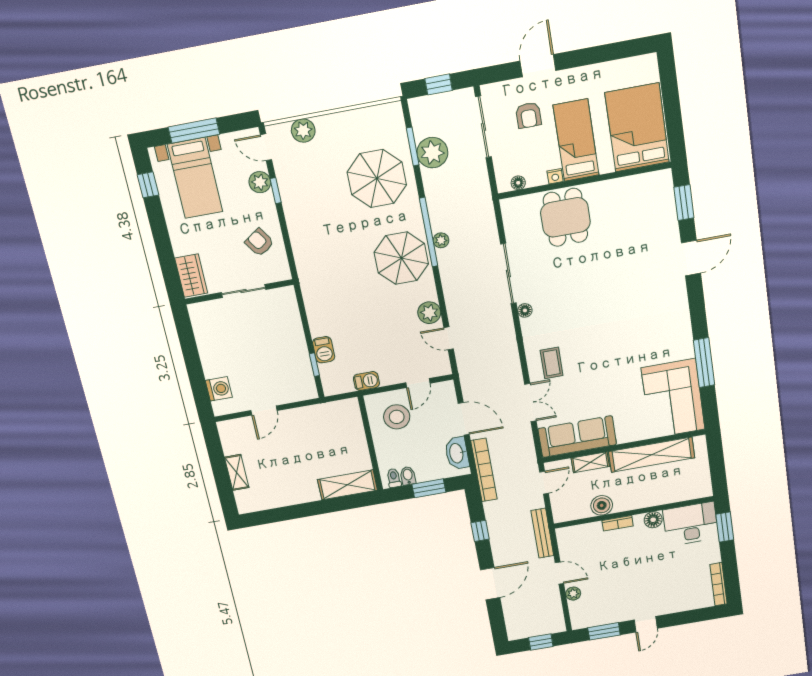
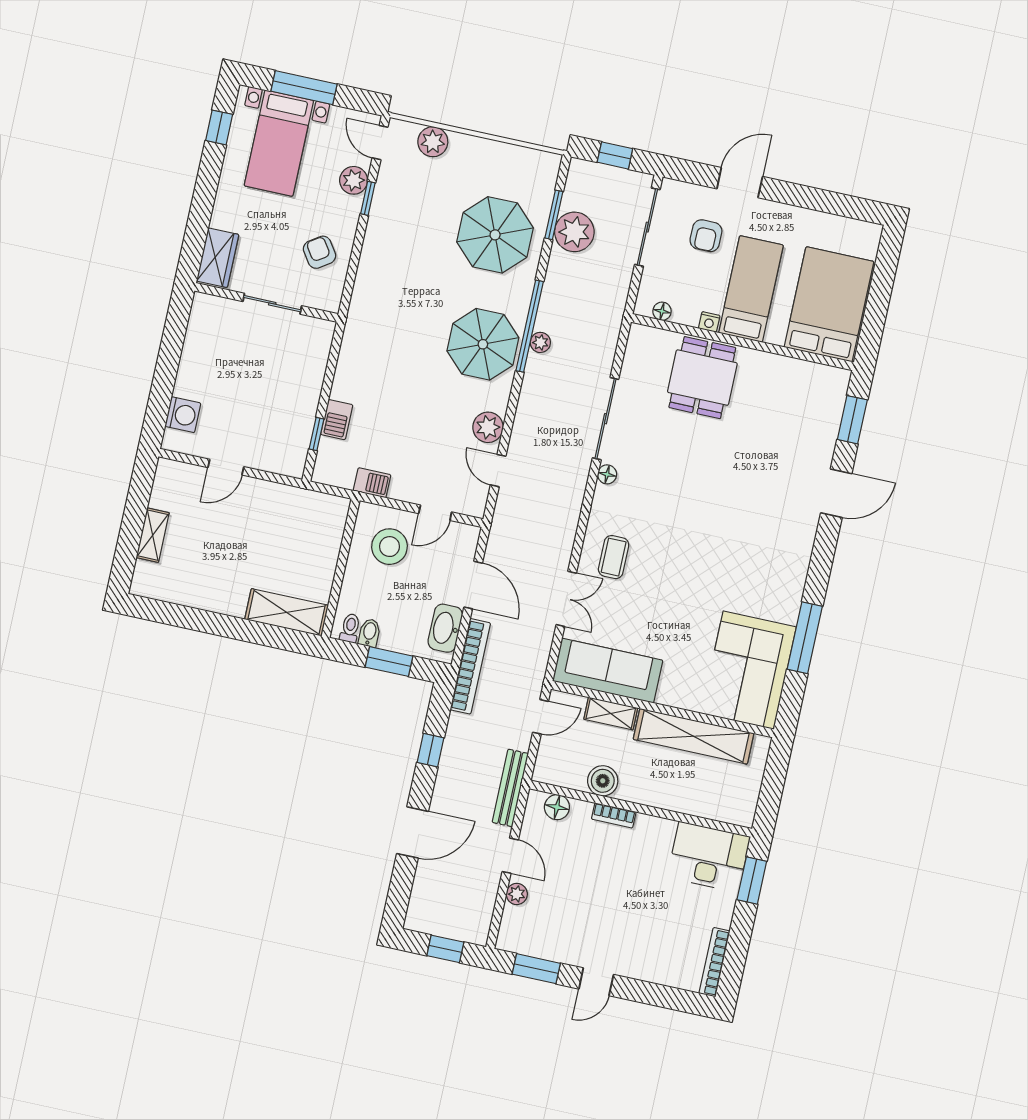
floor lamp: (653, 520) -> (557, 807), moved

